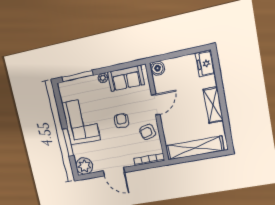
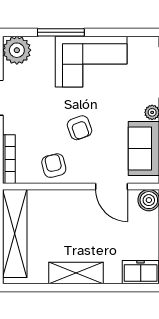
door: (156, 105) -> (112, 186), moved
armchair: (122, 121) -> (80, 128), turned 70

